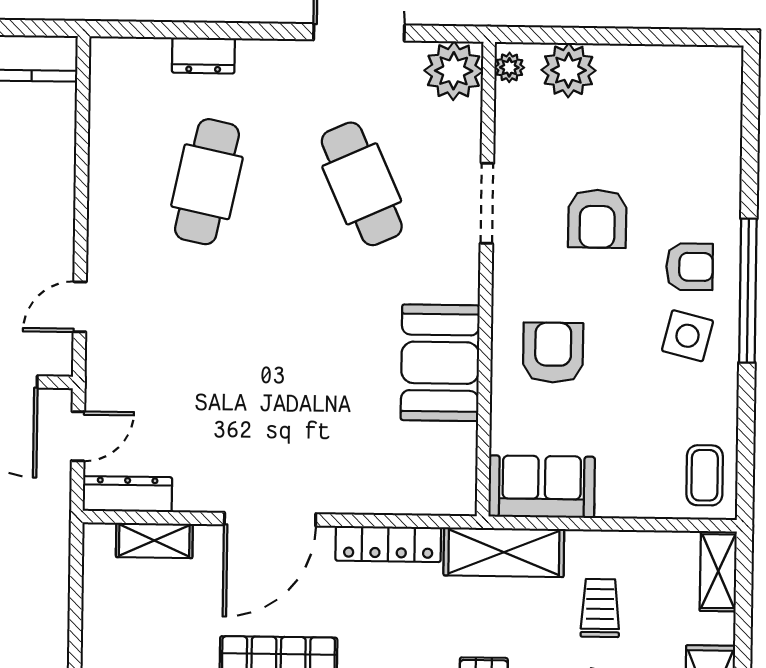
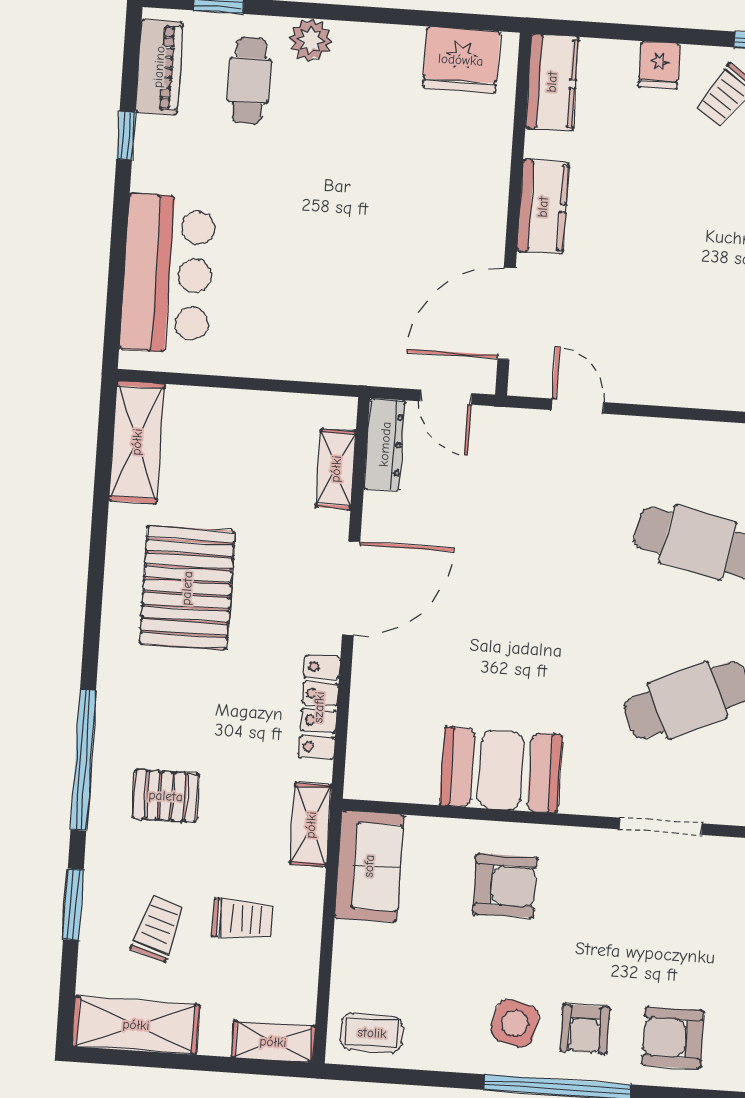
armchair: (597, 219) -> (673, 1038), moved
door: (270, 519) -> (351, 588), swing flipped
shelving: (504, 552) -> (311, 825), width x0.67, depth x0.75

